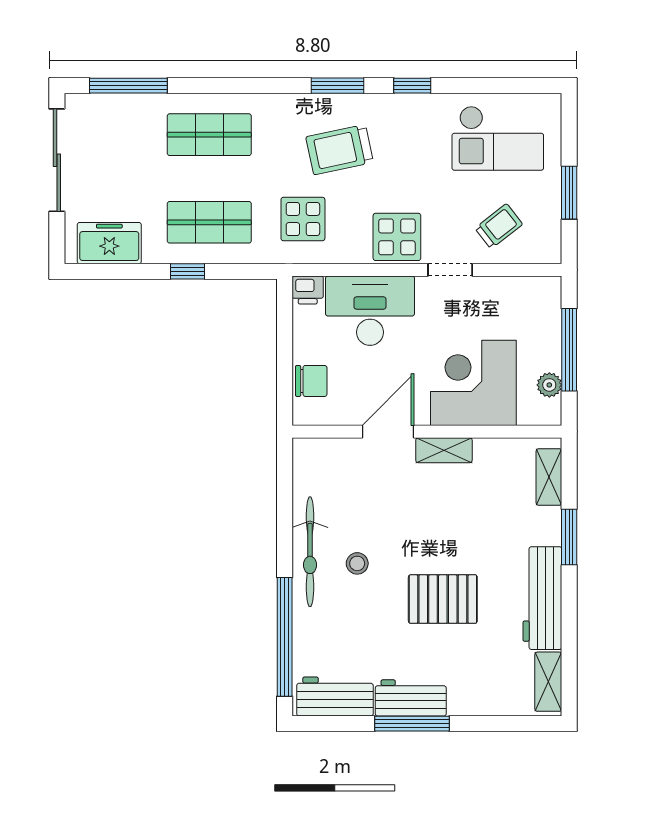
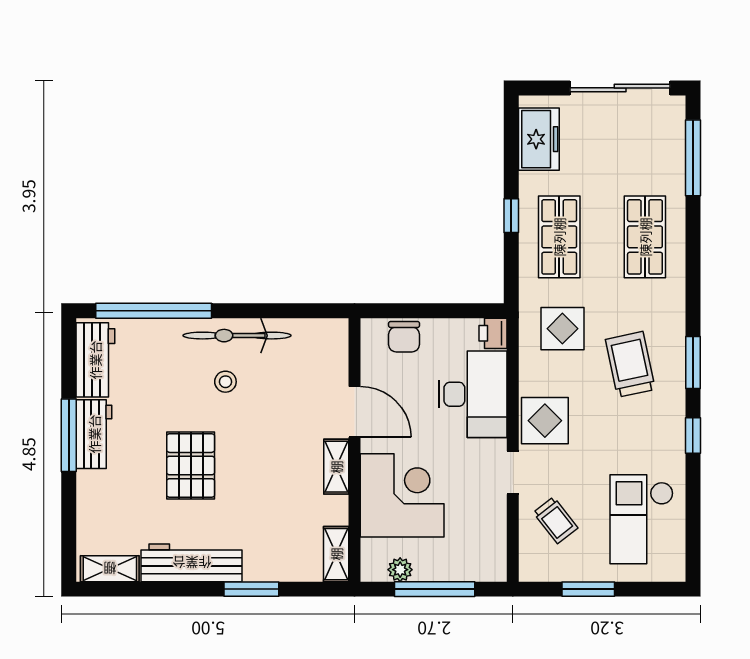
shelving: (549, 477) -> (336, 554), moved, turned 90

